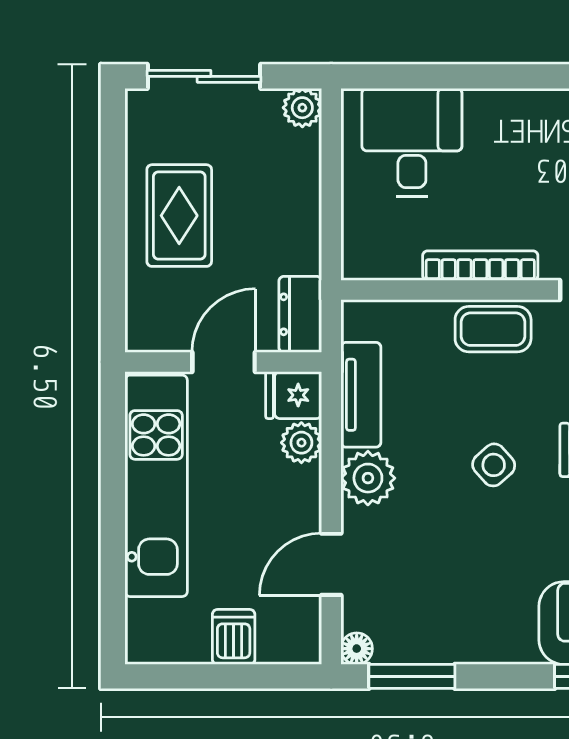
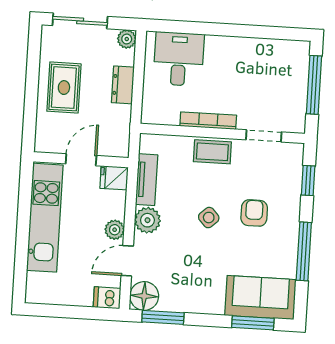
dresser: (300, 314) -> (123, 85), moved
plant: (301, 443) -> (115, 230), moved
dishwasher: (234, 637) -> (107, 298), moved, turned -90
floor lamp: (357, 649) -> (144, 296), width x1.89, depth x1.89

